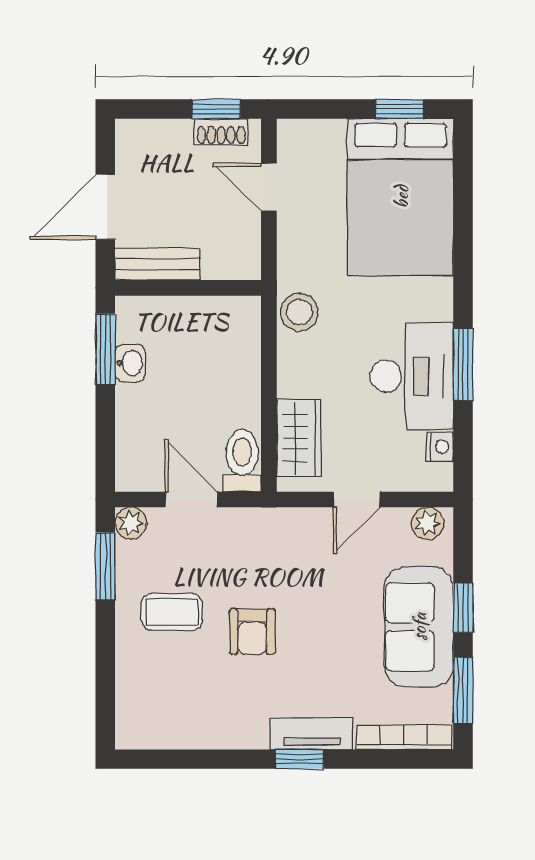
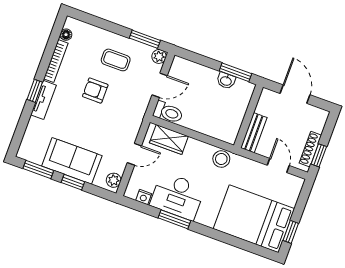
shoe rack: (221, 132) -> (310, 149), width x1.43
door: (269, 187) -> (278, 165), hinge flipped
bench: (157, 264) -> (254, 133), moved
door: (357, 499) -> (134, 154), swing flipped
coffee table: (172, 612) -> (116, 60), turned 90
floor lamp: (157, 737) -> (66, 35), added
bookcase: (404, 737) -> (56, 61), moved

